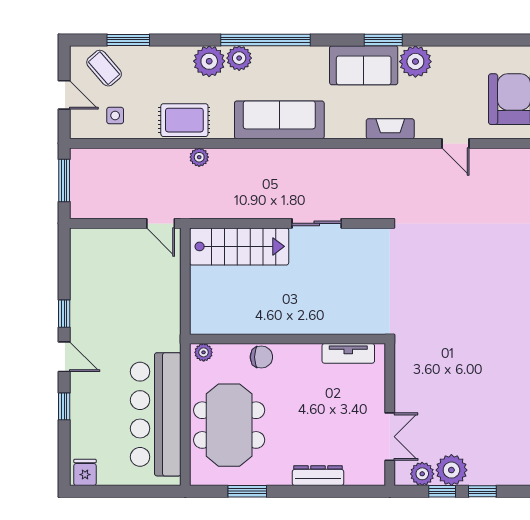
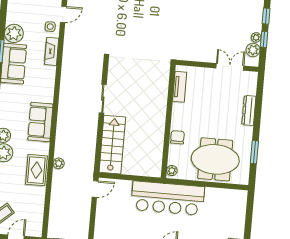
side table: (115, 115) -> (50, 27), moved
sofa: (279, 120) -> (40, 122), width x0.73
bar counter: (156, 414) -> (168, 198), moved
plant: (451, 470) -> (256, 37), width x0.53, depth x0.53

